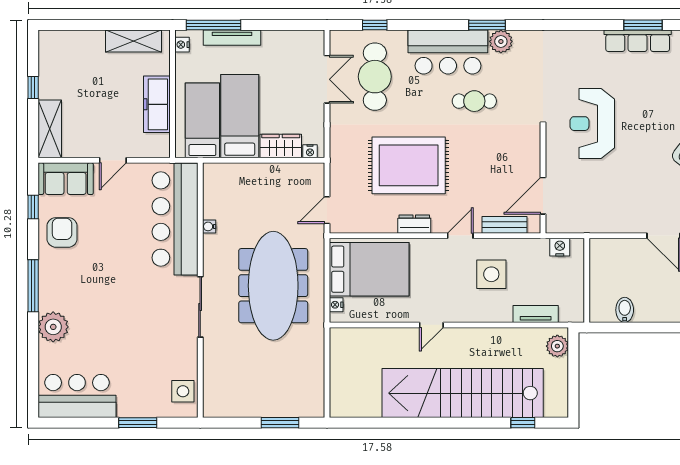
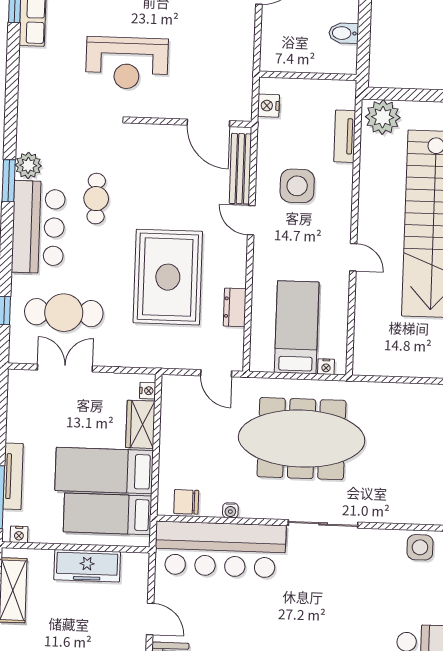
chair: (215, 188) -> (186, 502), added
dresser: (414, 224) -> (235, 307), moved
bench: (504, 225) -> (240, 169), width x1.36
bed: (369, 269) -> (297, 327), width x0.67
plant: (557, 346) -> (383, 117), width x1.36, depth x1.36

